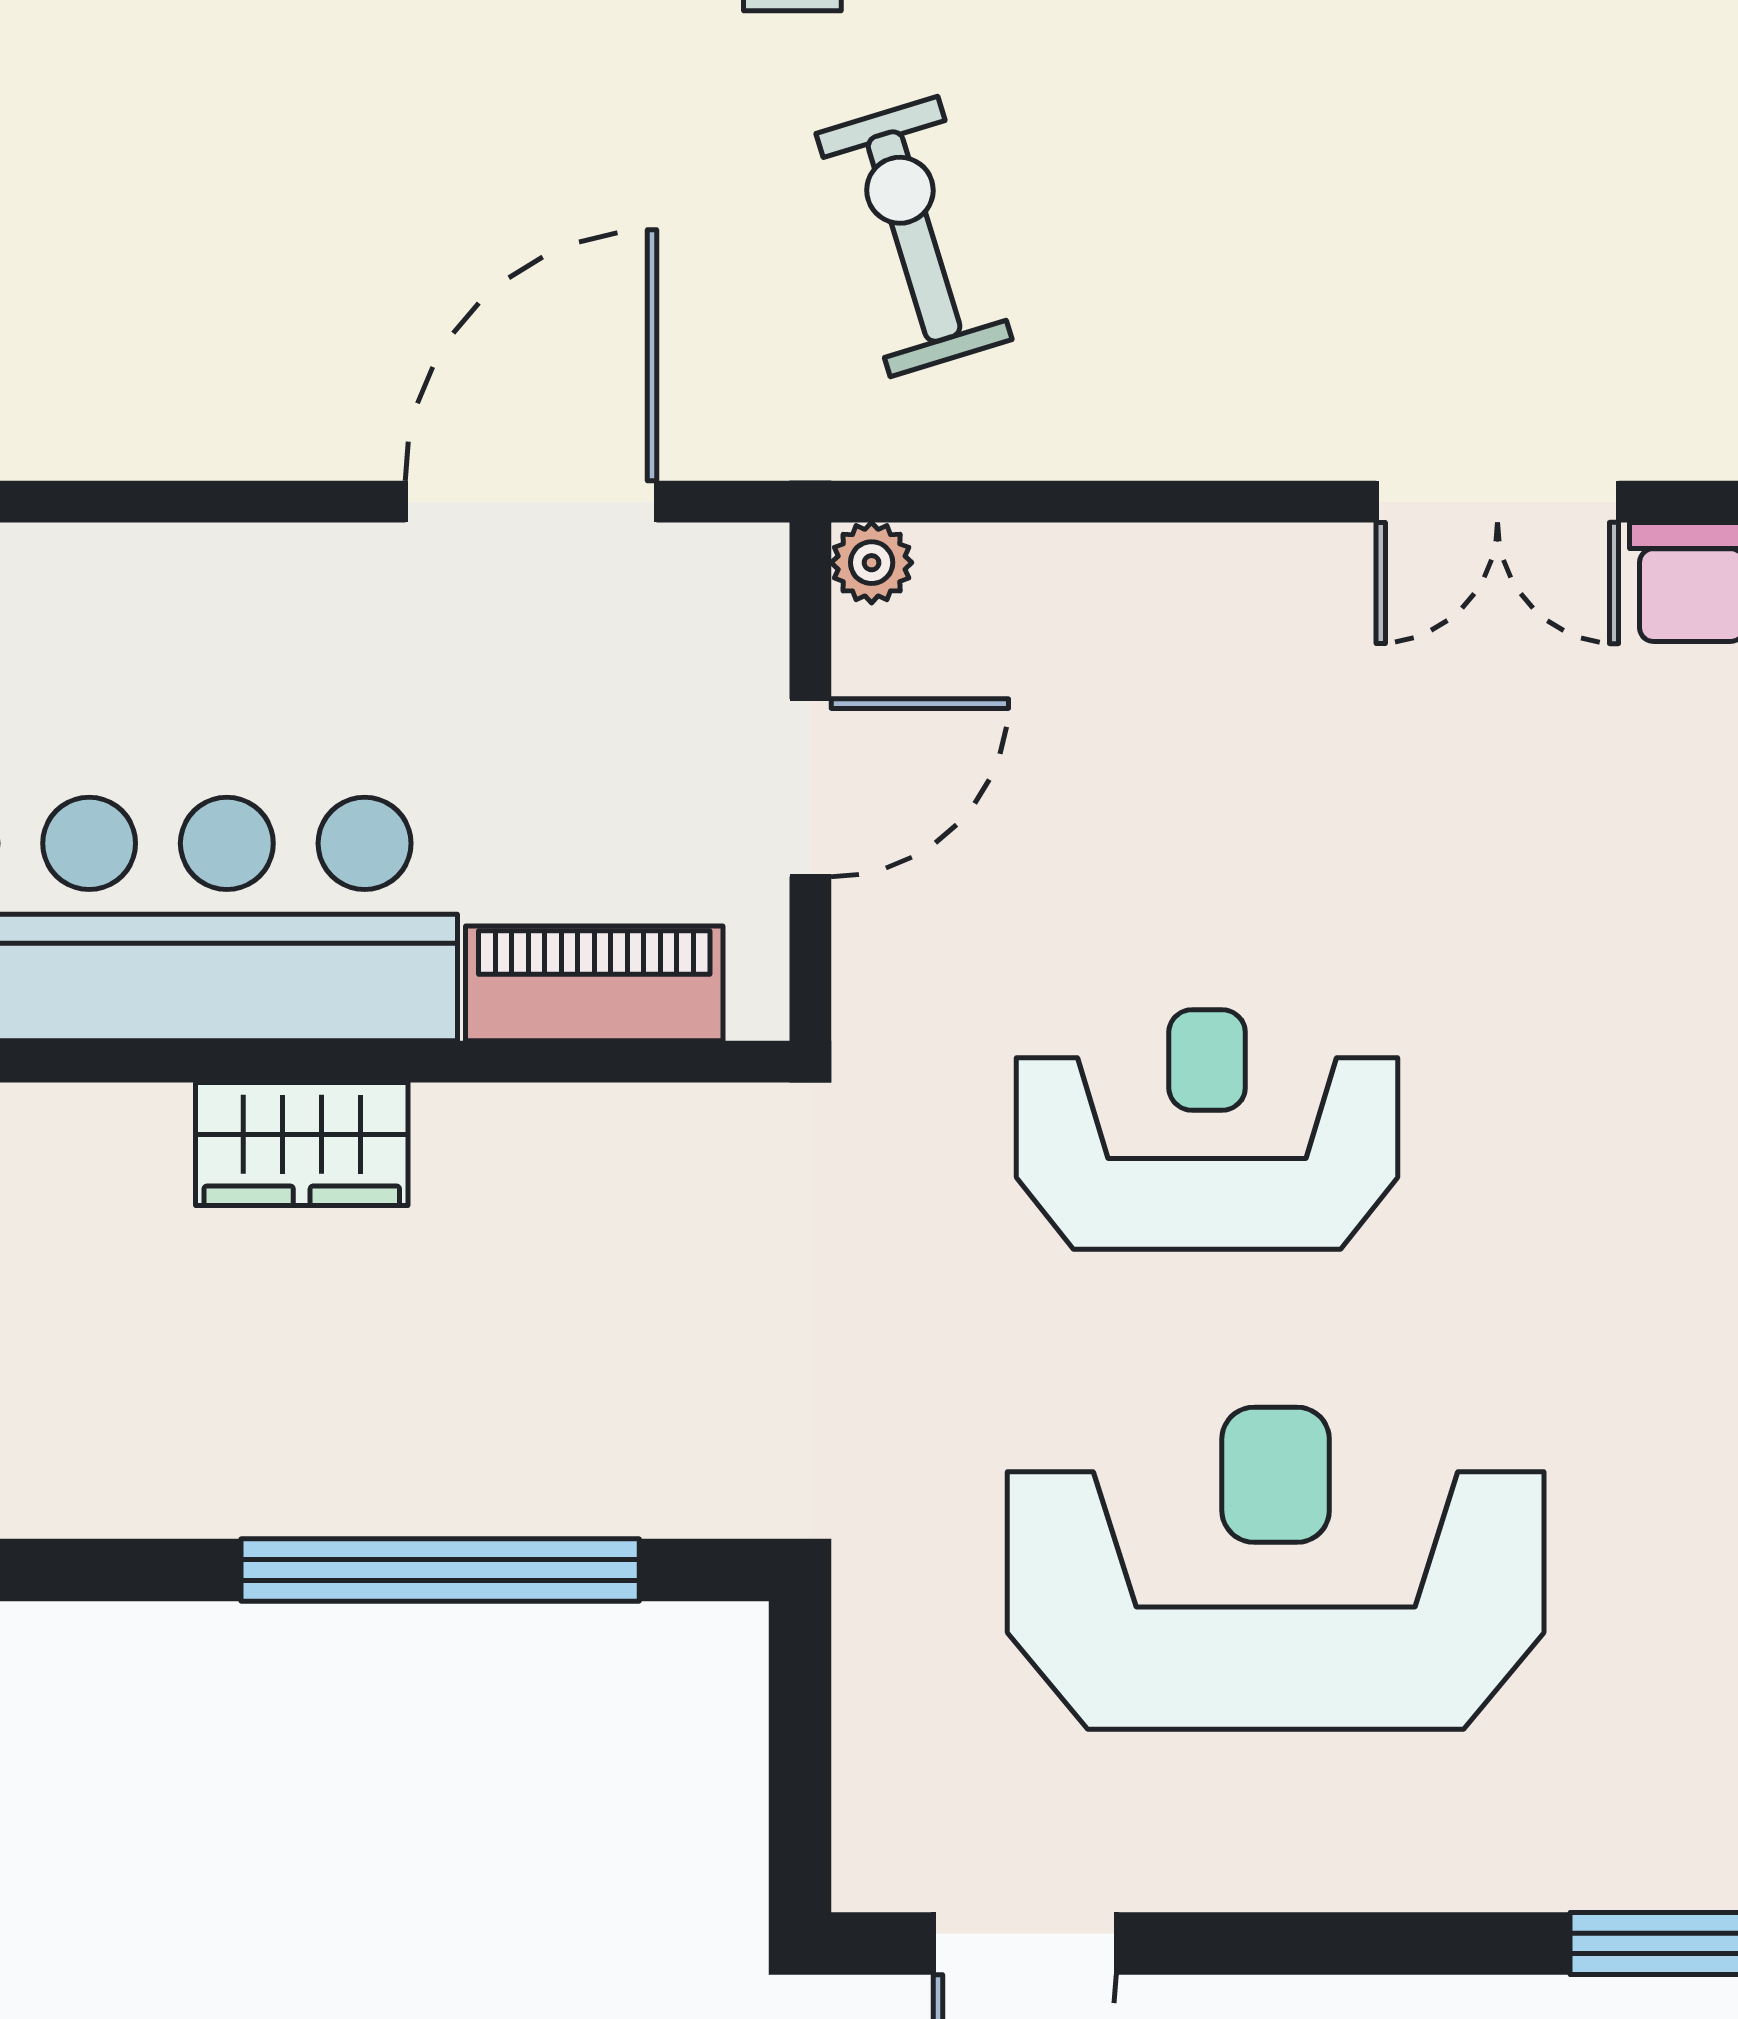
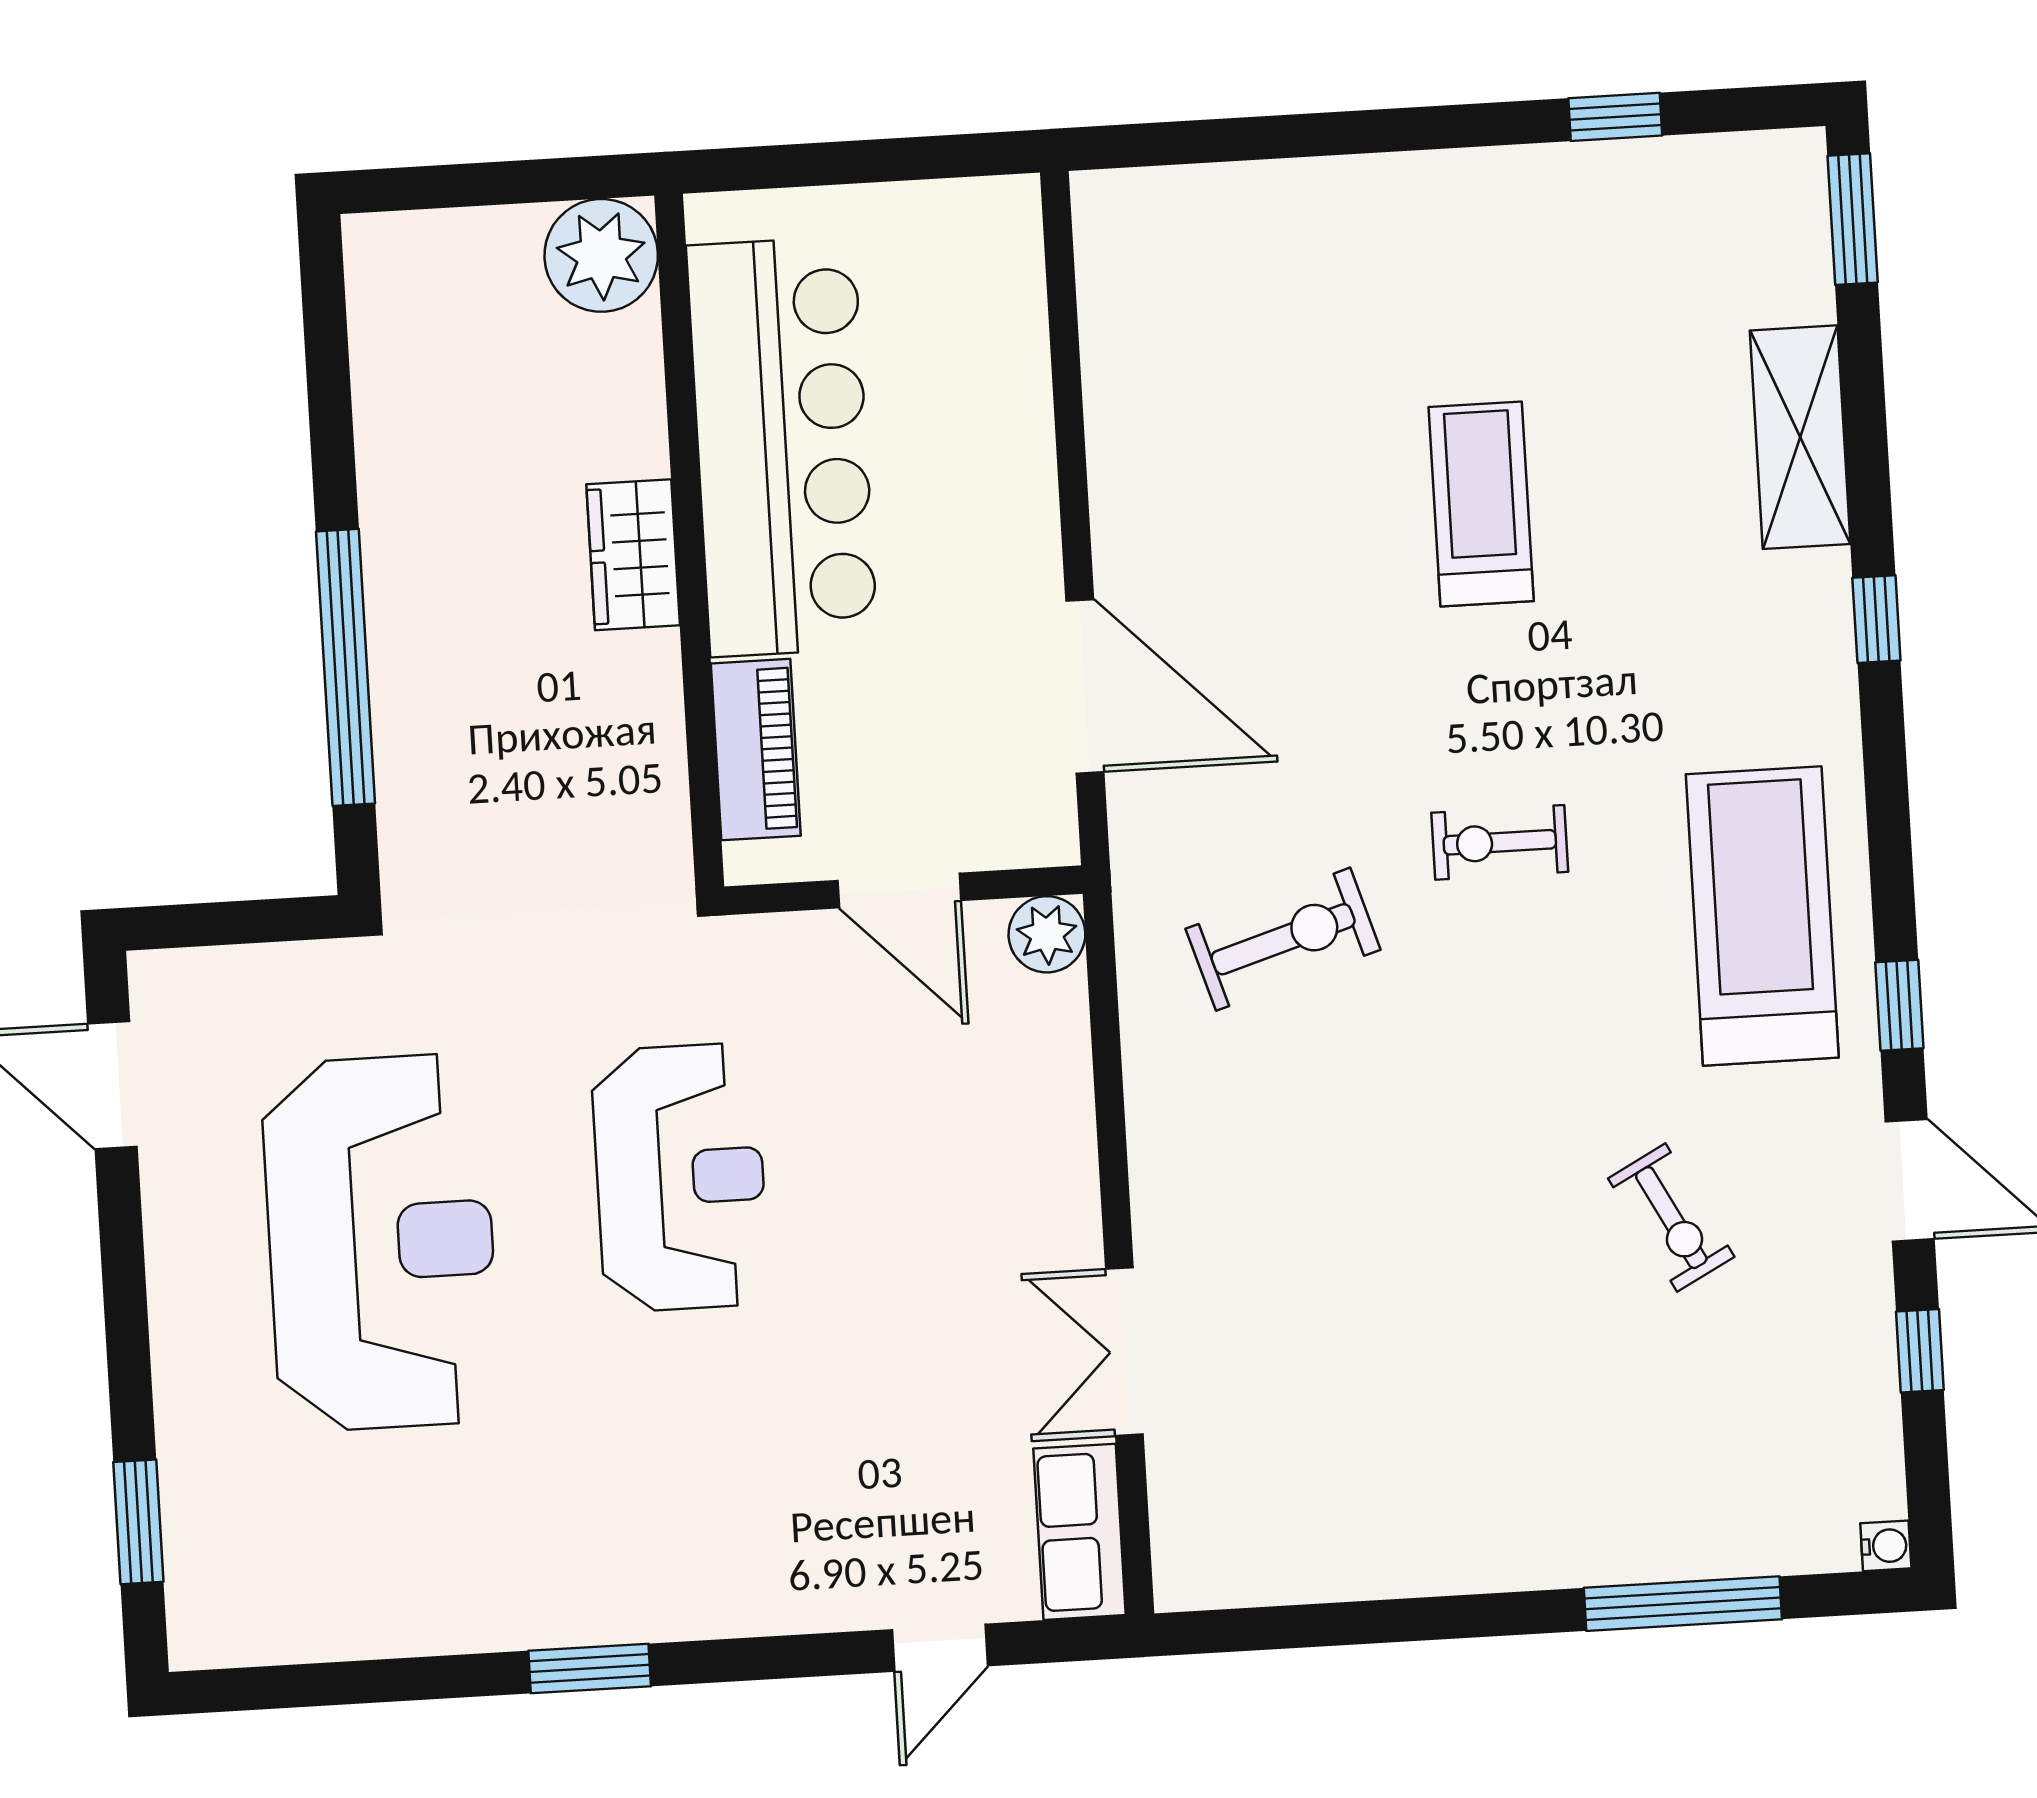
plant: (872, 563) -> (1047, 934), width x1.38, depth x1.38

